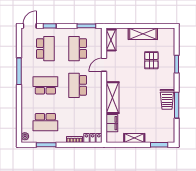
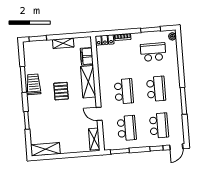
shelving: (143, 34) -> (45, 149), moved
school desk: (45, 49) -> (159, 125), turned 180
pallet: (151, 60) -> (61, 91), moved
door: (104, 65) -> (99, 114), swing flipped
school desk: (45, 85) -> (156, 89), turned -90

